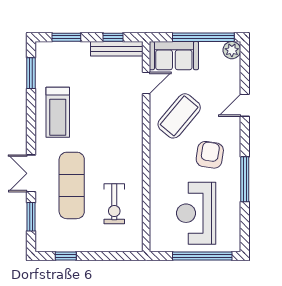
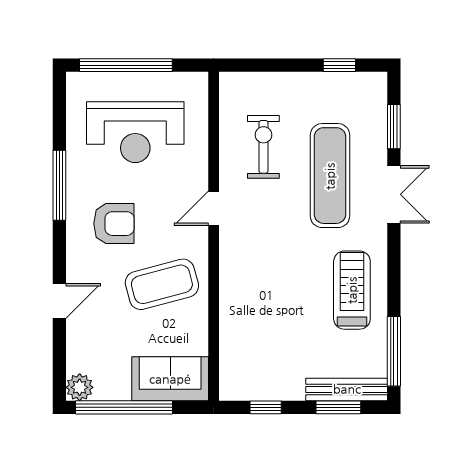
bench: (117, 49) -> (347, 389), moved
window: (31, 73) -> (394, 351), width x1.44
door: (146, 83) -> (214, 208), moved
coffee table: (179, 116) -> (162, 284), turned 35
armchair: (210, 155) -> (114, 224), turned -99
reception desk: (196, 213) -> (135, 132), turned 90

